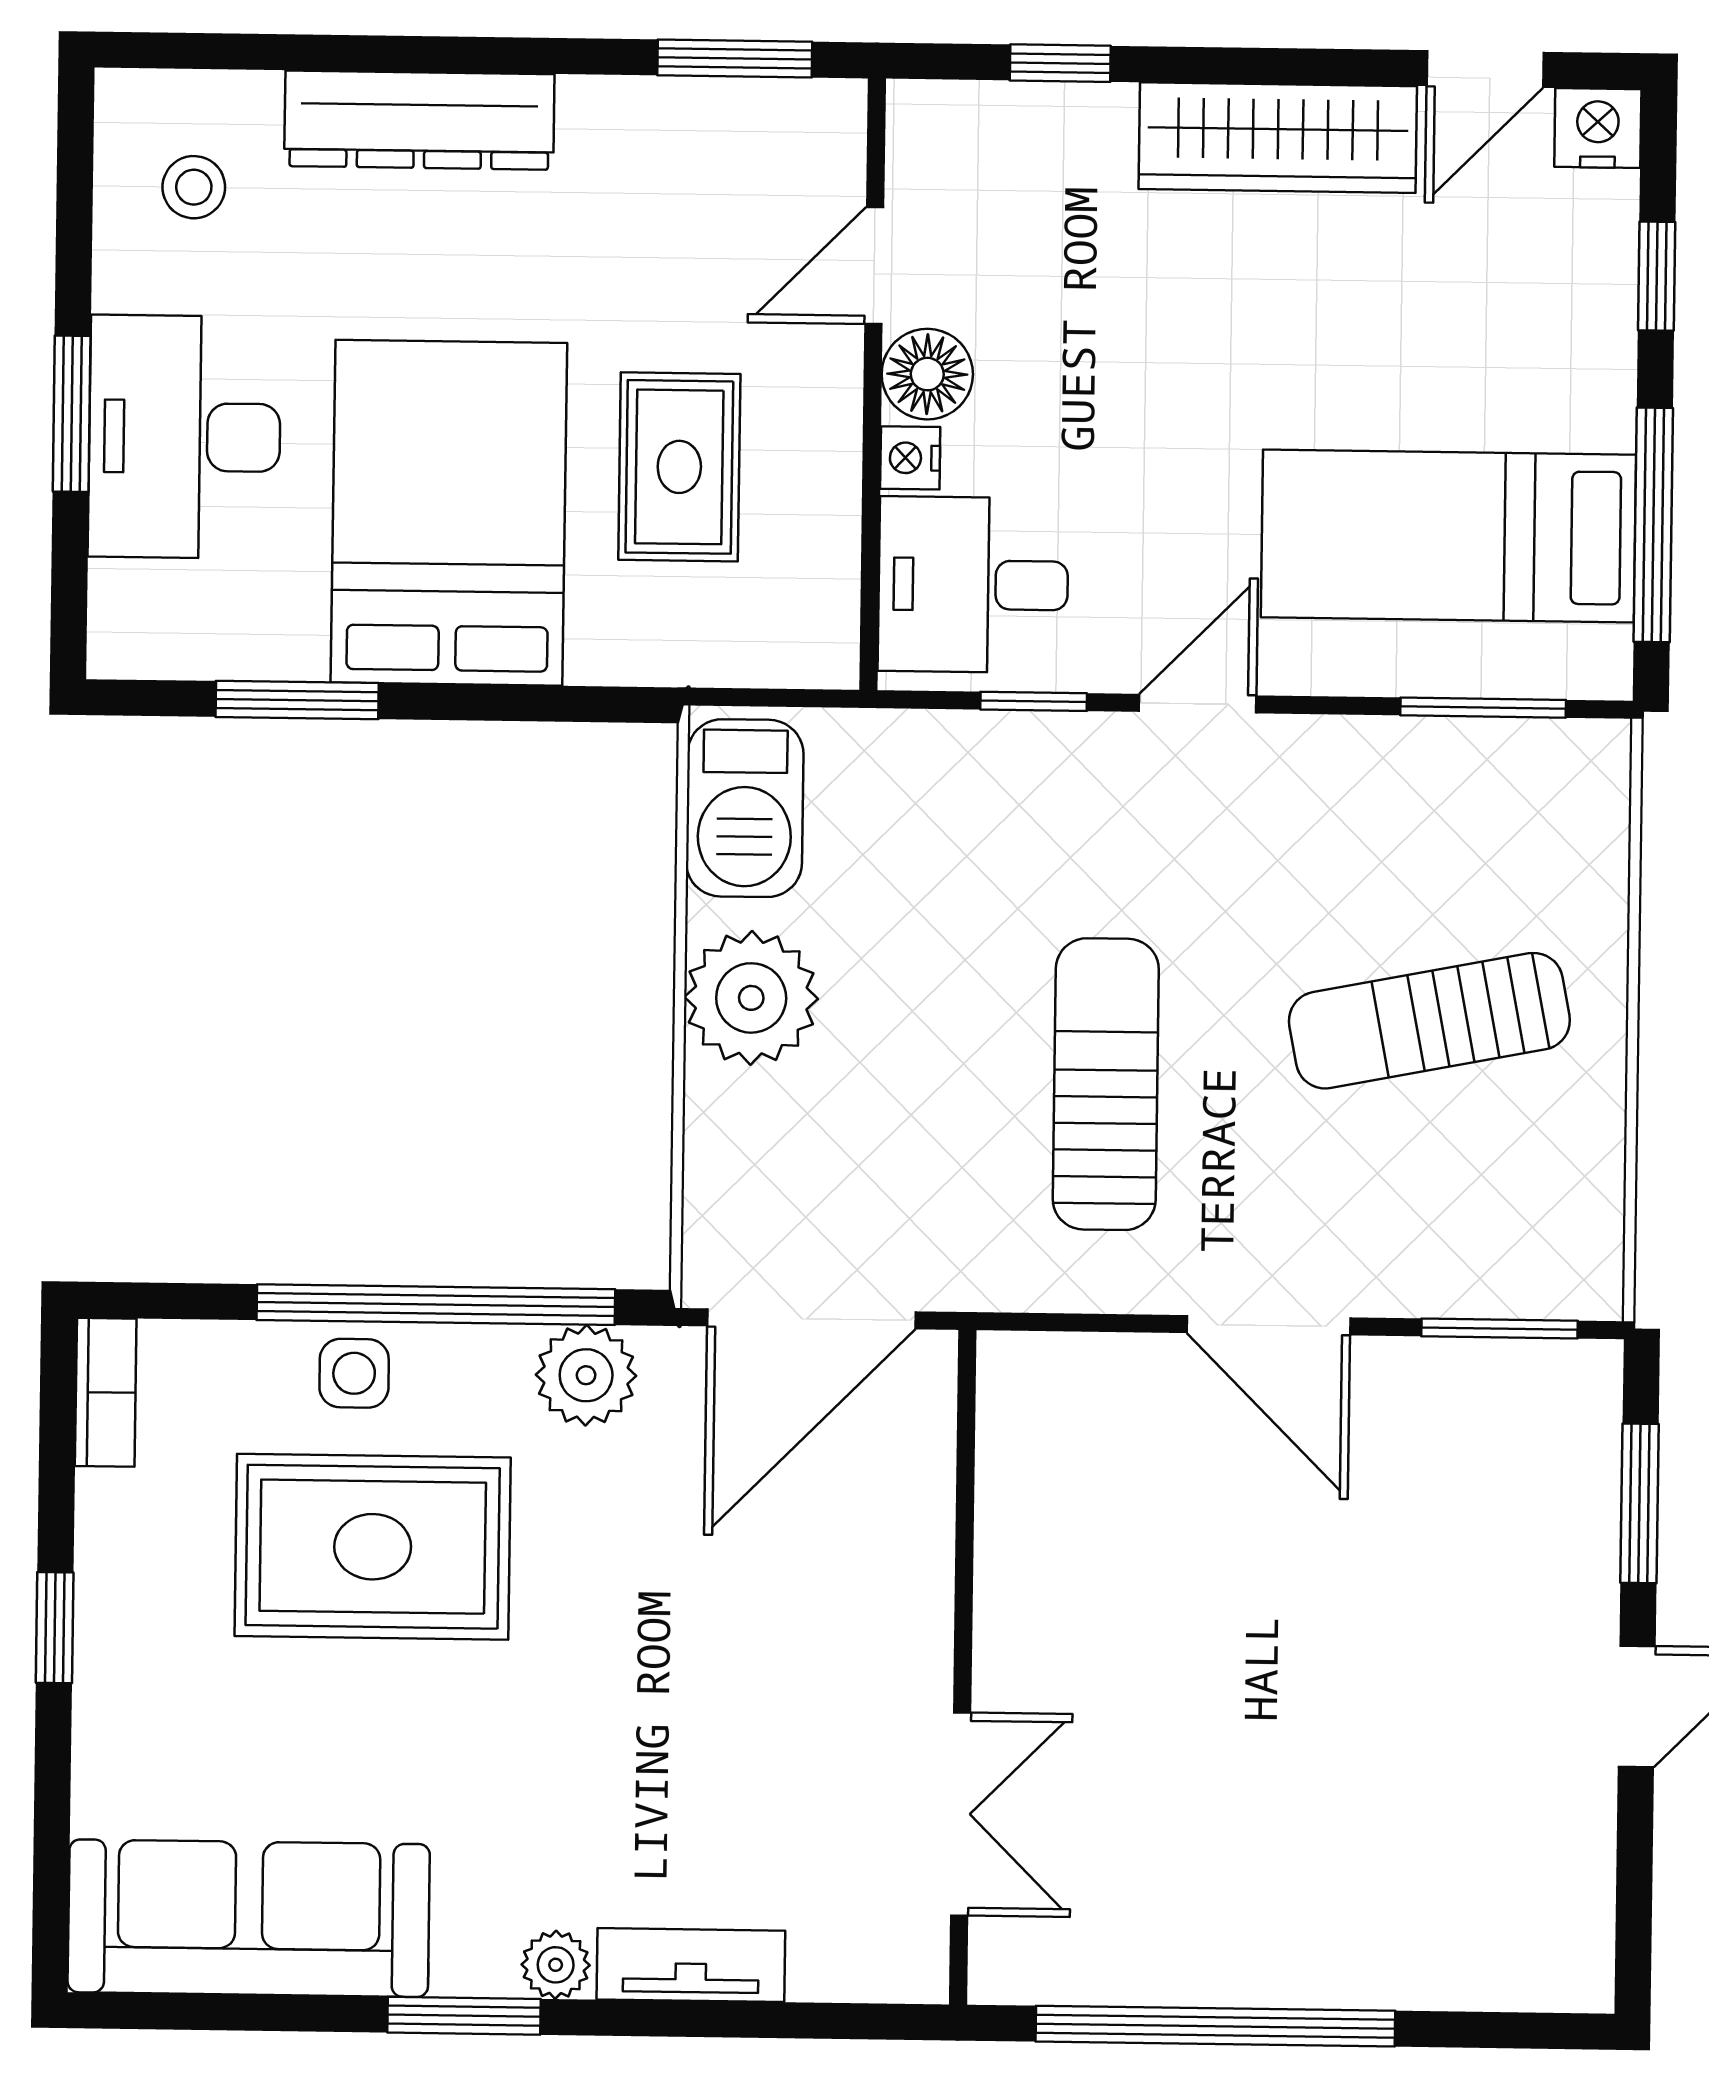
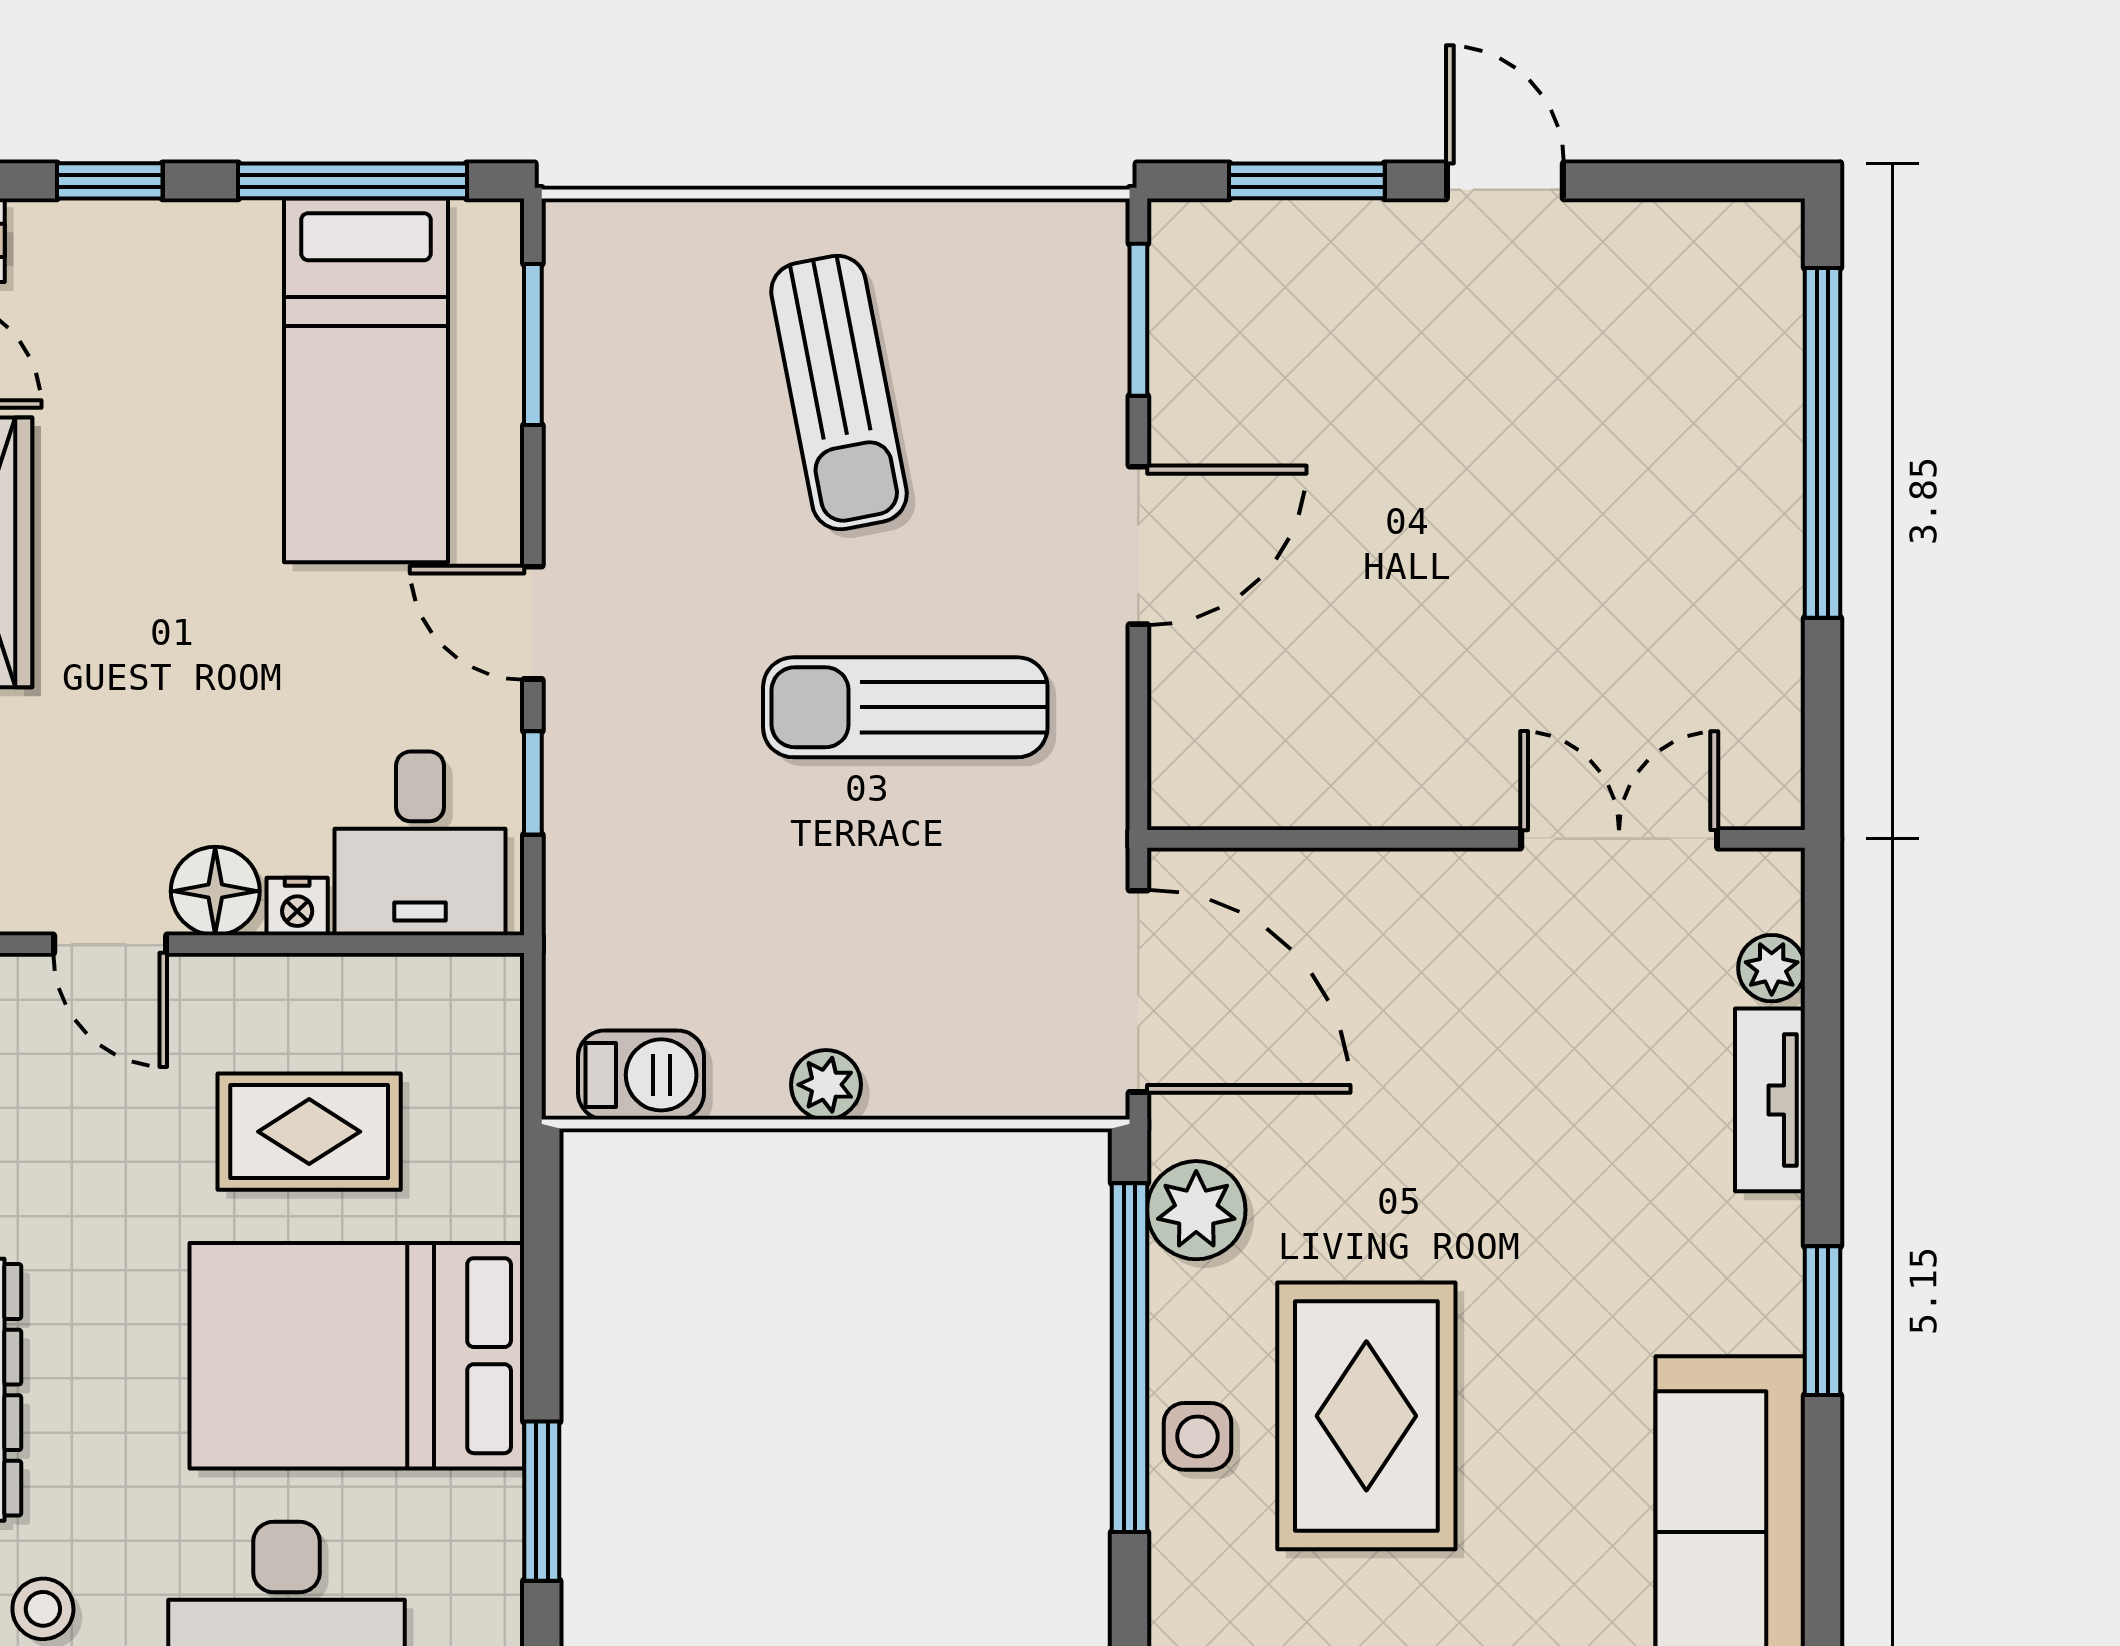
barbecue: (745, 808) -> (641, 1075), width x0.73, depth x0.79
plant: (751, 998) -> (826, 1085), width x0.53, depth x0.53
plant: (556, 1965) -> (1772, 968), moved
window: (1215, 2026) -> (1823, 443), moved

